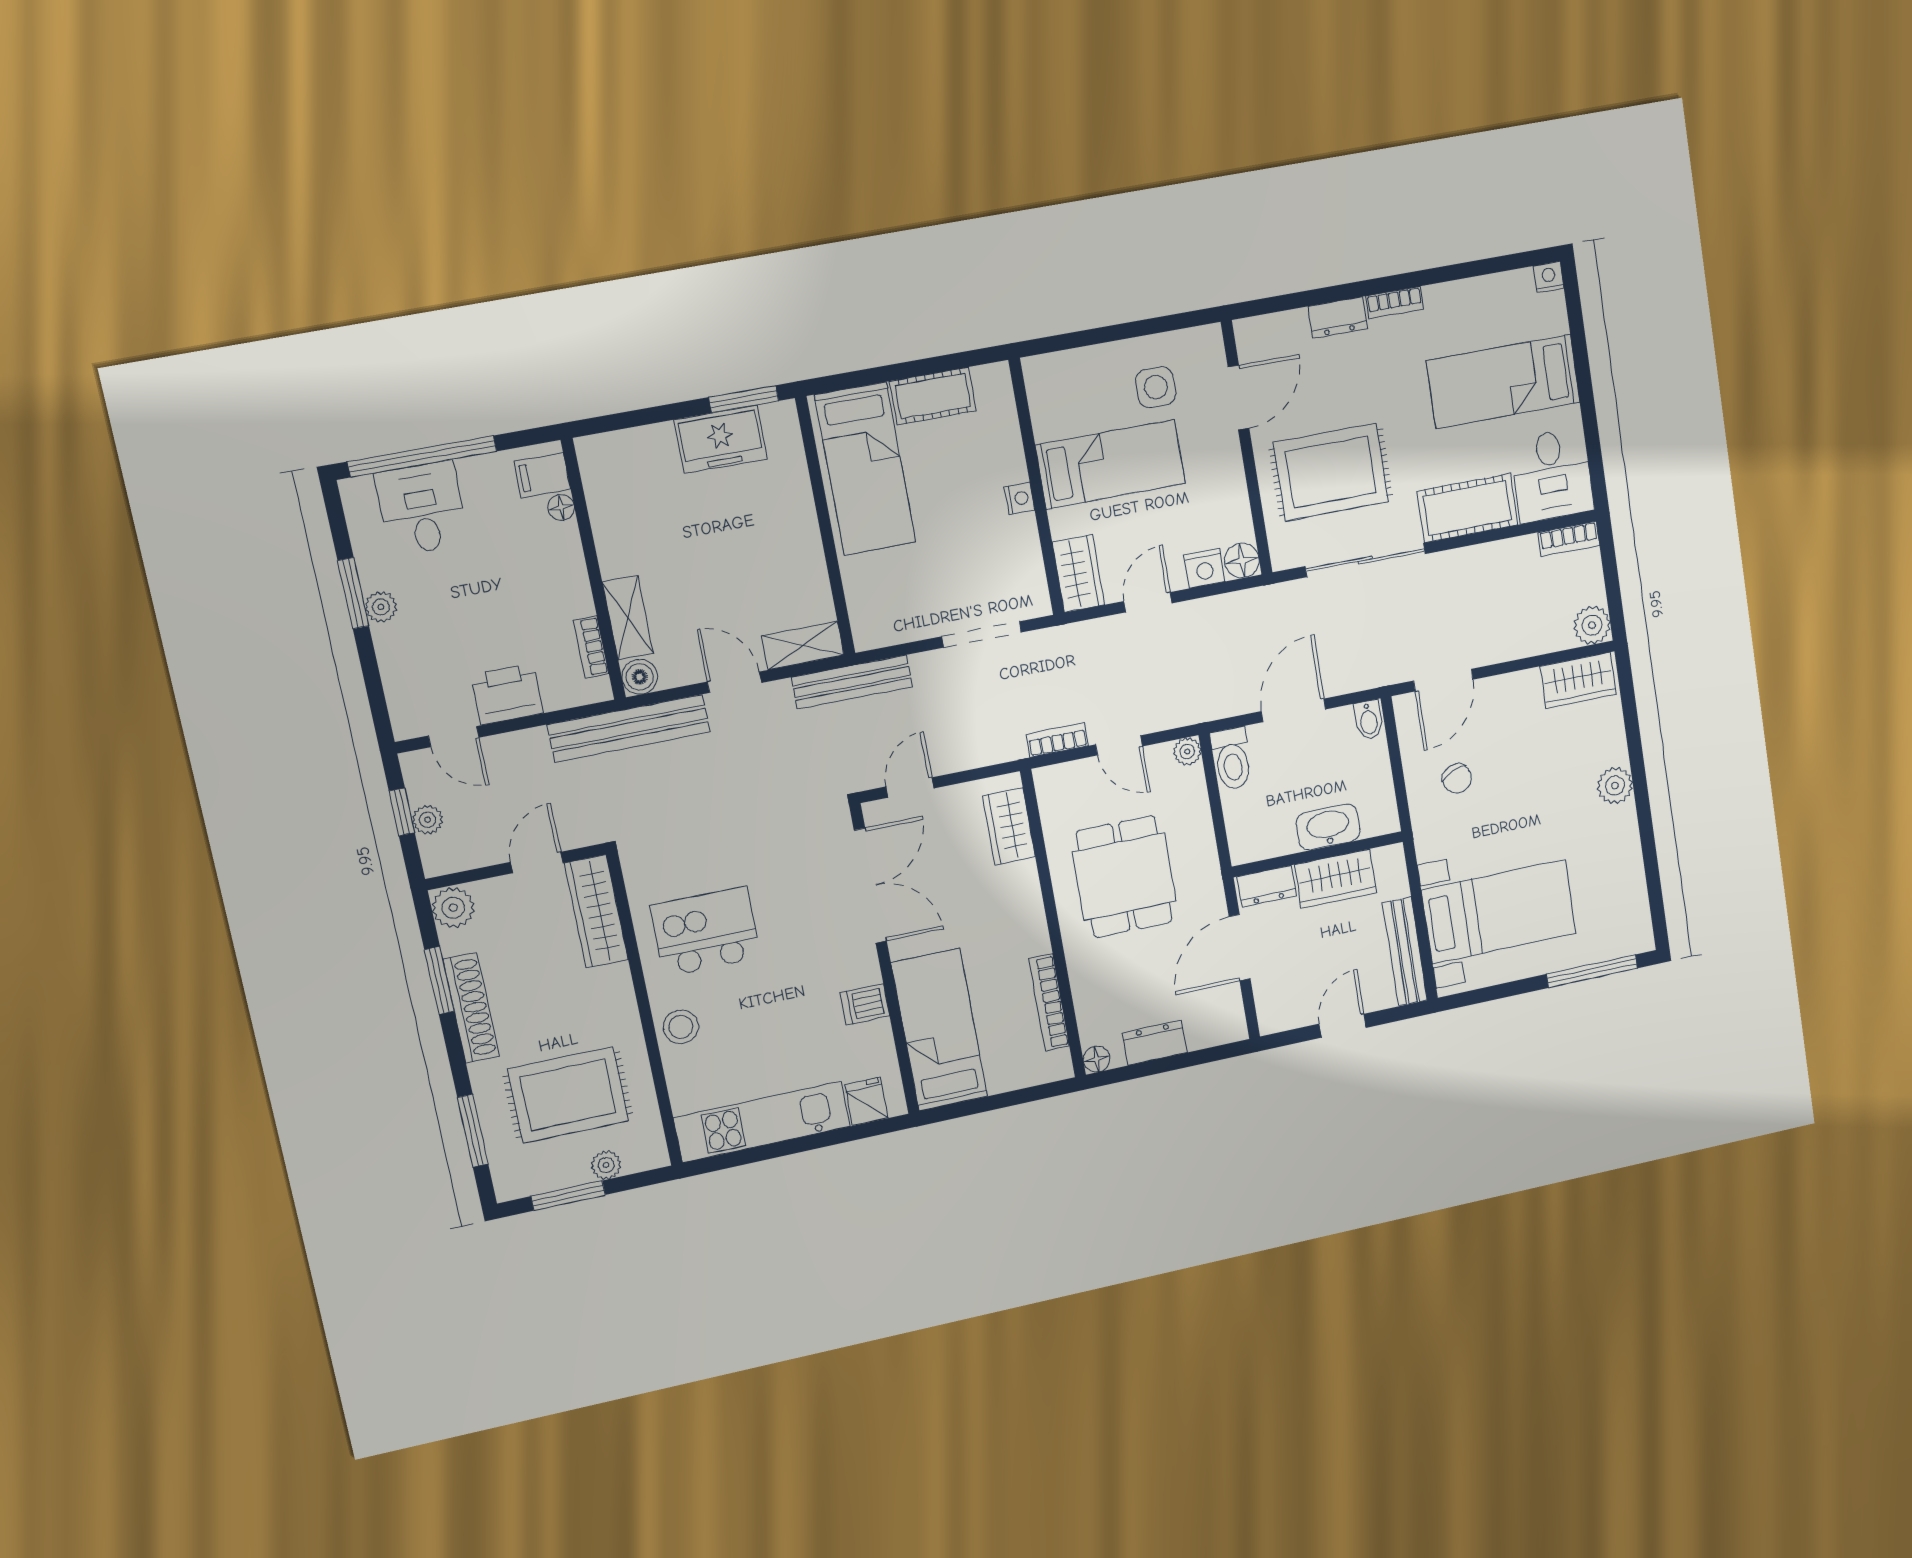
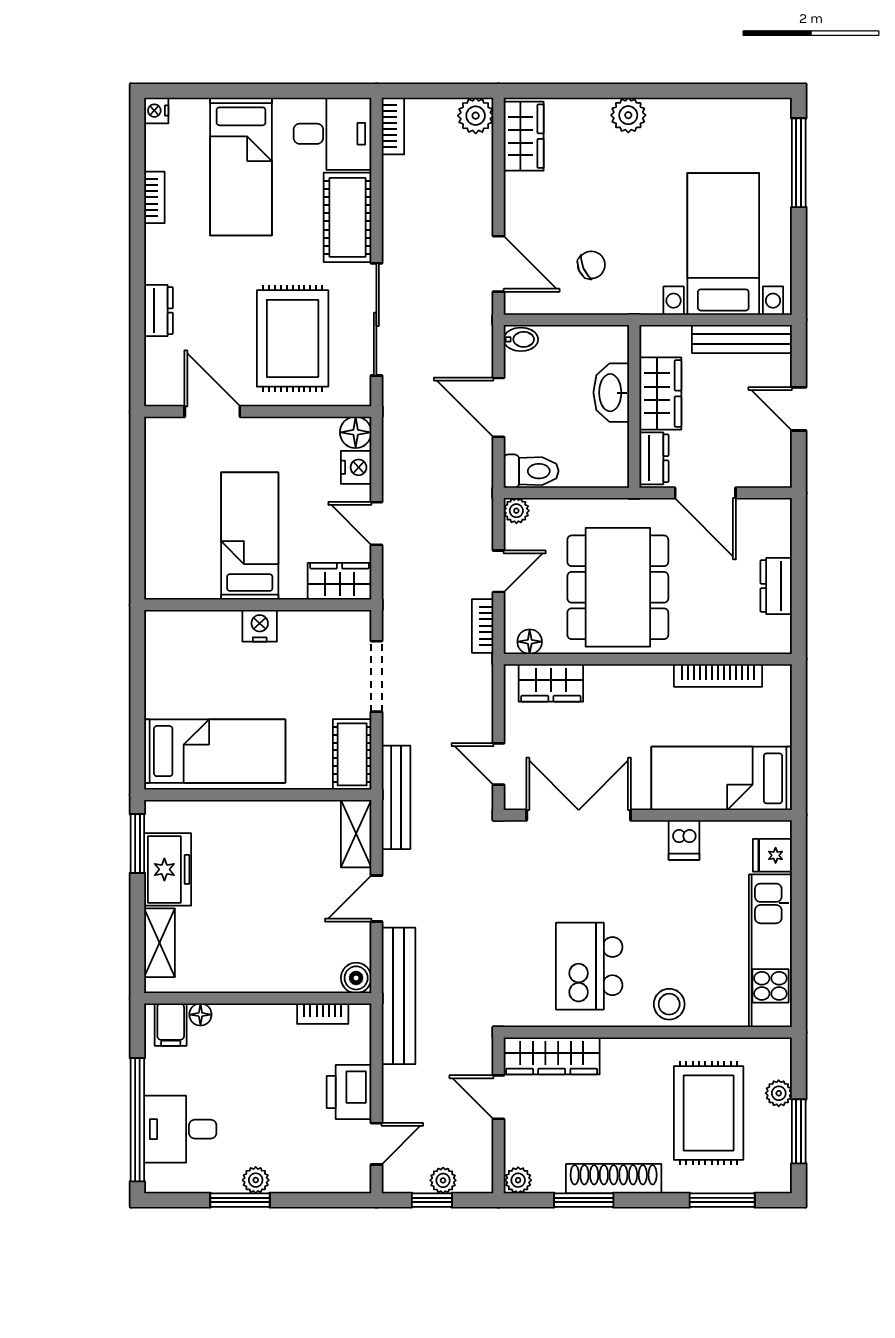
bookcase: (1394, 303) -> (154, 197), moved
side table: (1156, 387) -> (190, 484), removed
cot: (933, 396) -> (352, 754), moved
nightstand: (1019, 498) -> (260, 626), width x1.39, depth x1.35
shelving: (628, 618) -> (160, 943), moved, turned 90
dining table: (1124, 877) -> (618, 587), width x1.38
plant: (453, 908) -> (518, 1180), width x0.73, depth x0.73
floor lamp: (1097, 1059) -> (530, 642), moved

